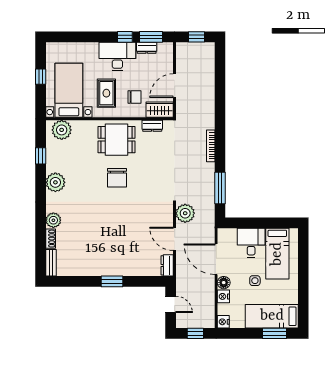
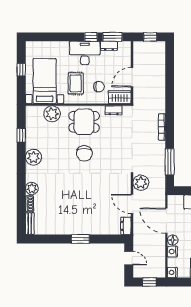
plant: (62, 130) -> (52, 114), moved

